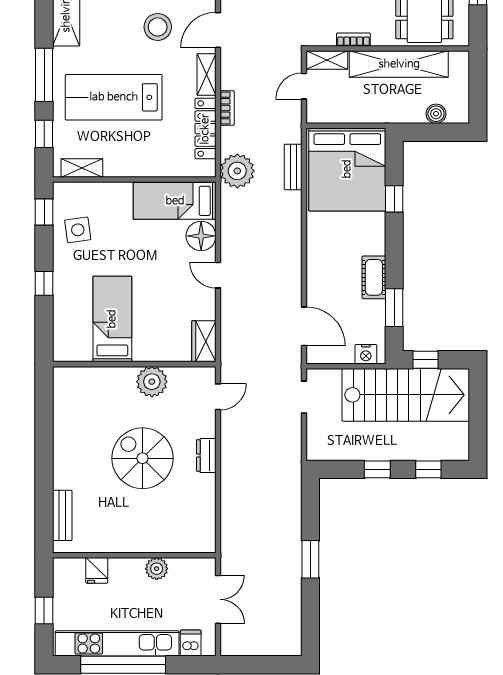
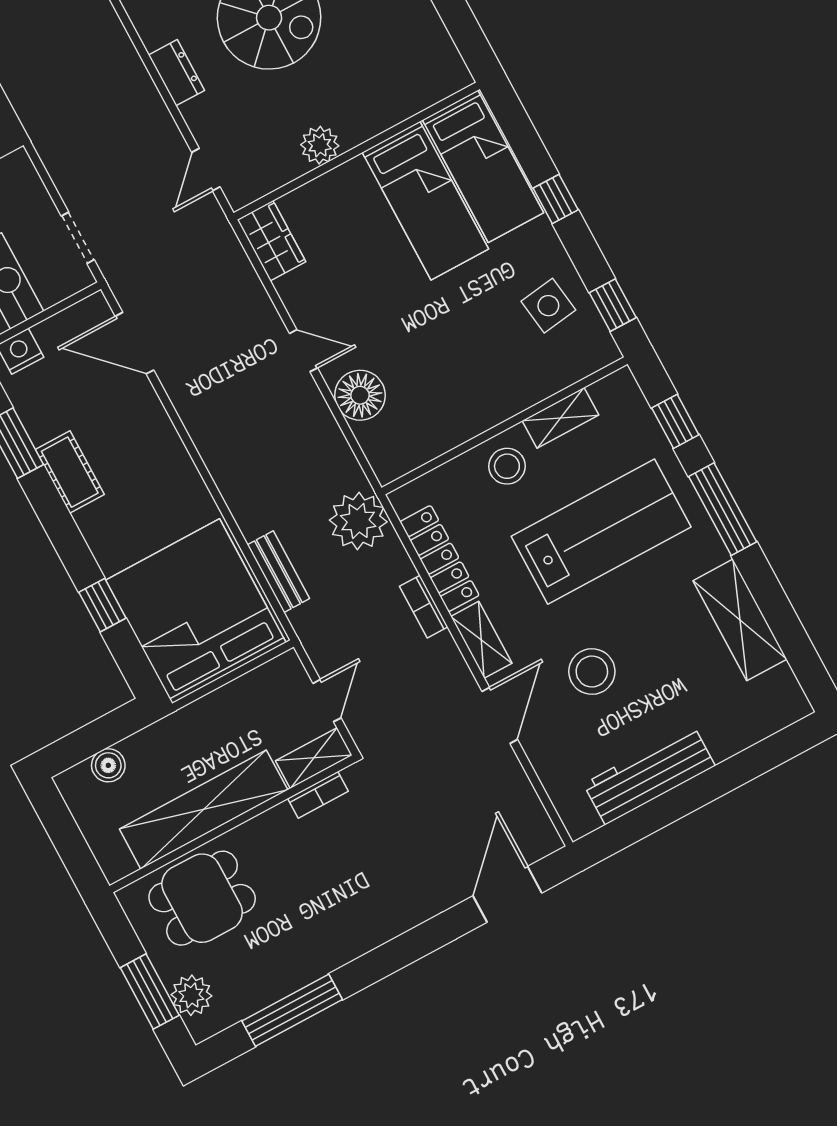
bookcase: (353, 40) -> (318, 795), moved
stool: (144, 158) -> (507, 466), added
shelving: (82, 168) -> (561, 418), moved
bed: (175, 201) -> (483, 166), moved, turned 90
plant: (152, 382) -> (320, 145), width x0.73, depth x0.73

